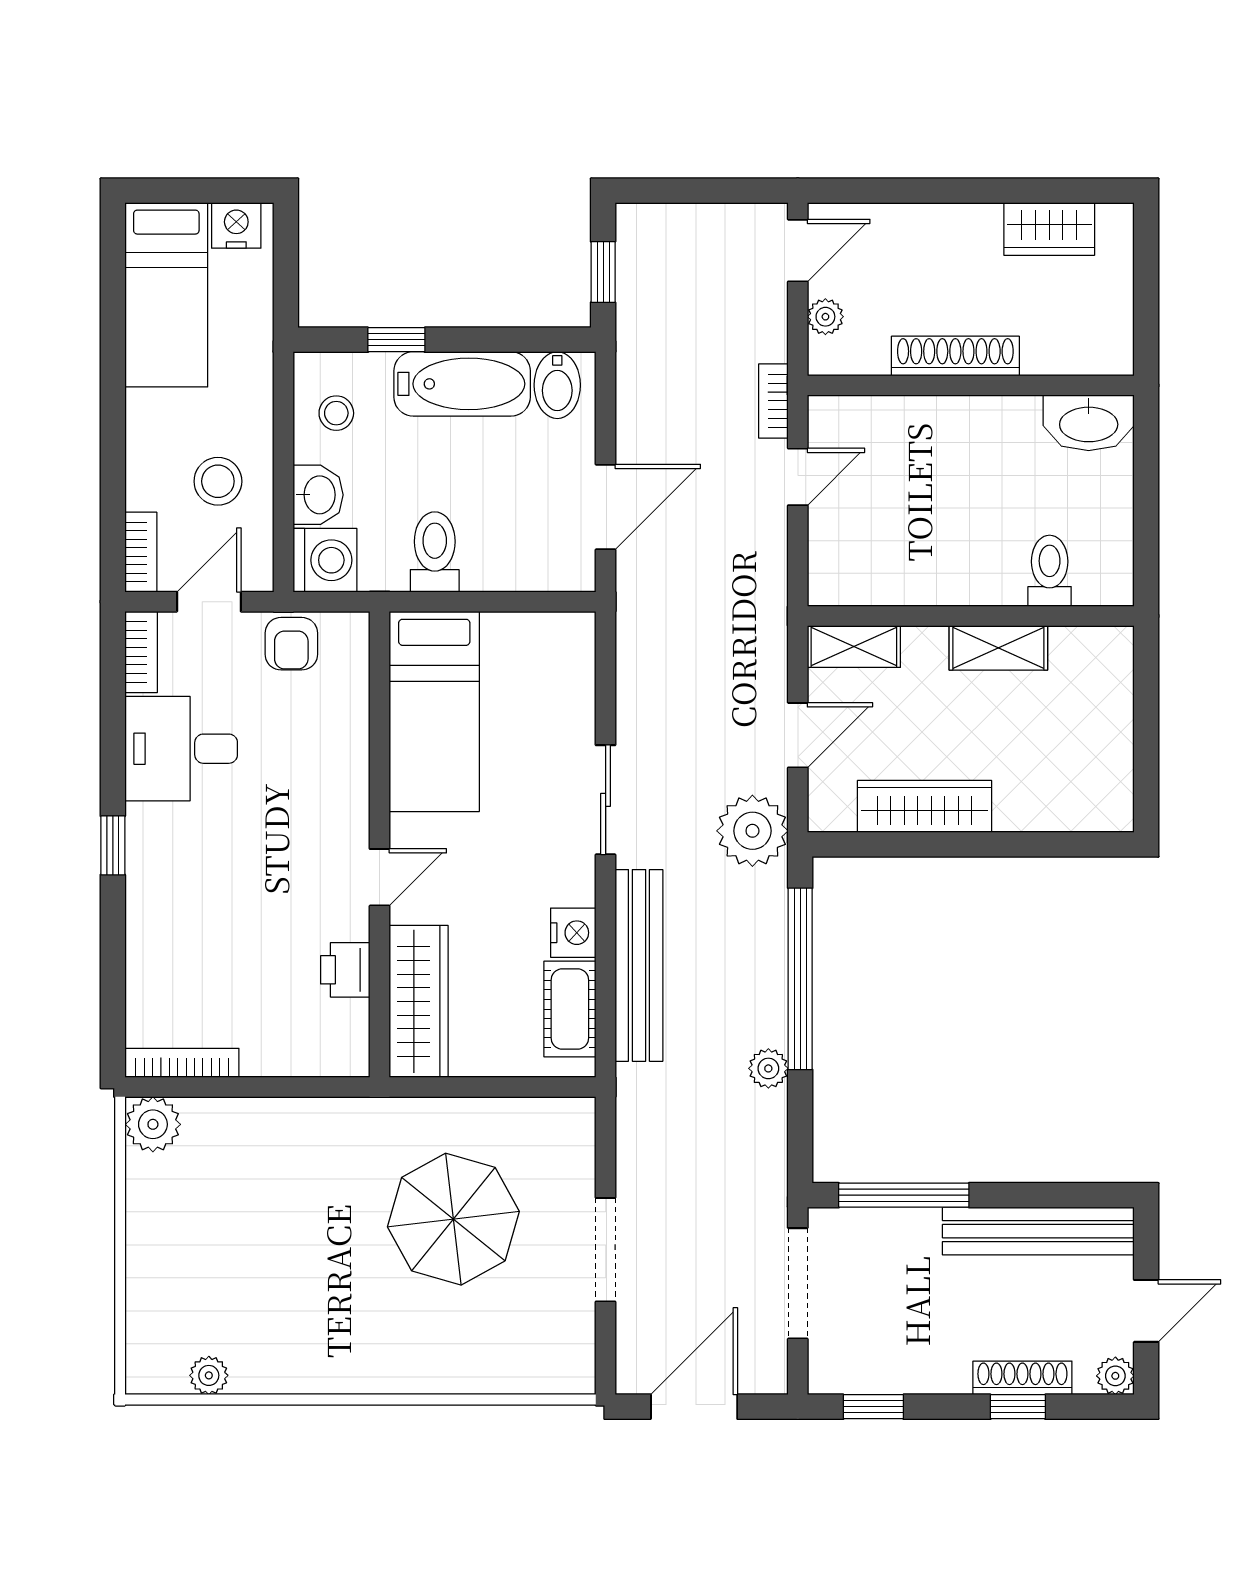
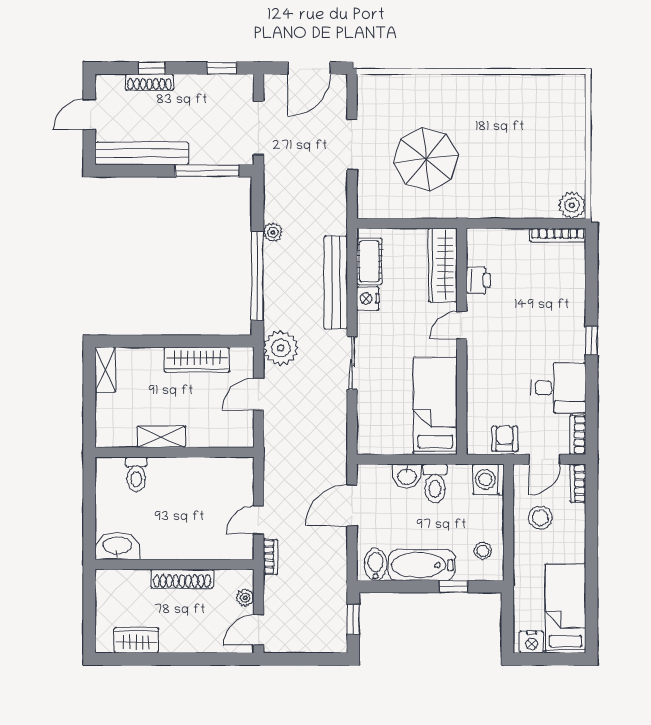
washbasin: (318, 495) -> (407, 476), moved, turned -90
shelving: (854, 647) -> (105, 370), moved, turned 90
plant: (209, 1375) -> (545, 83), removed
plant: (1115, 1376) -> (104, 83), removed

